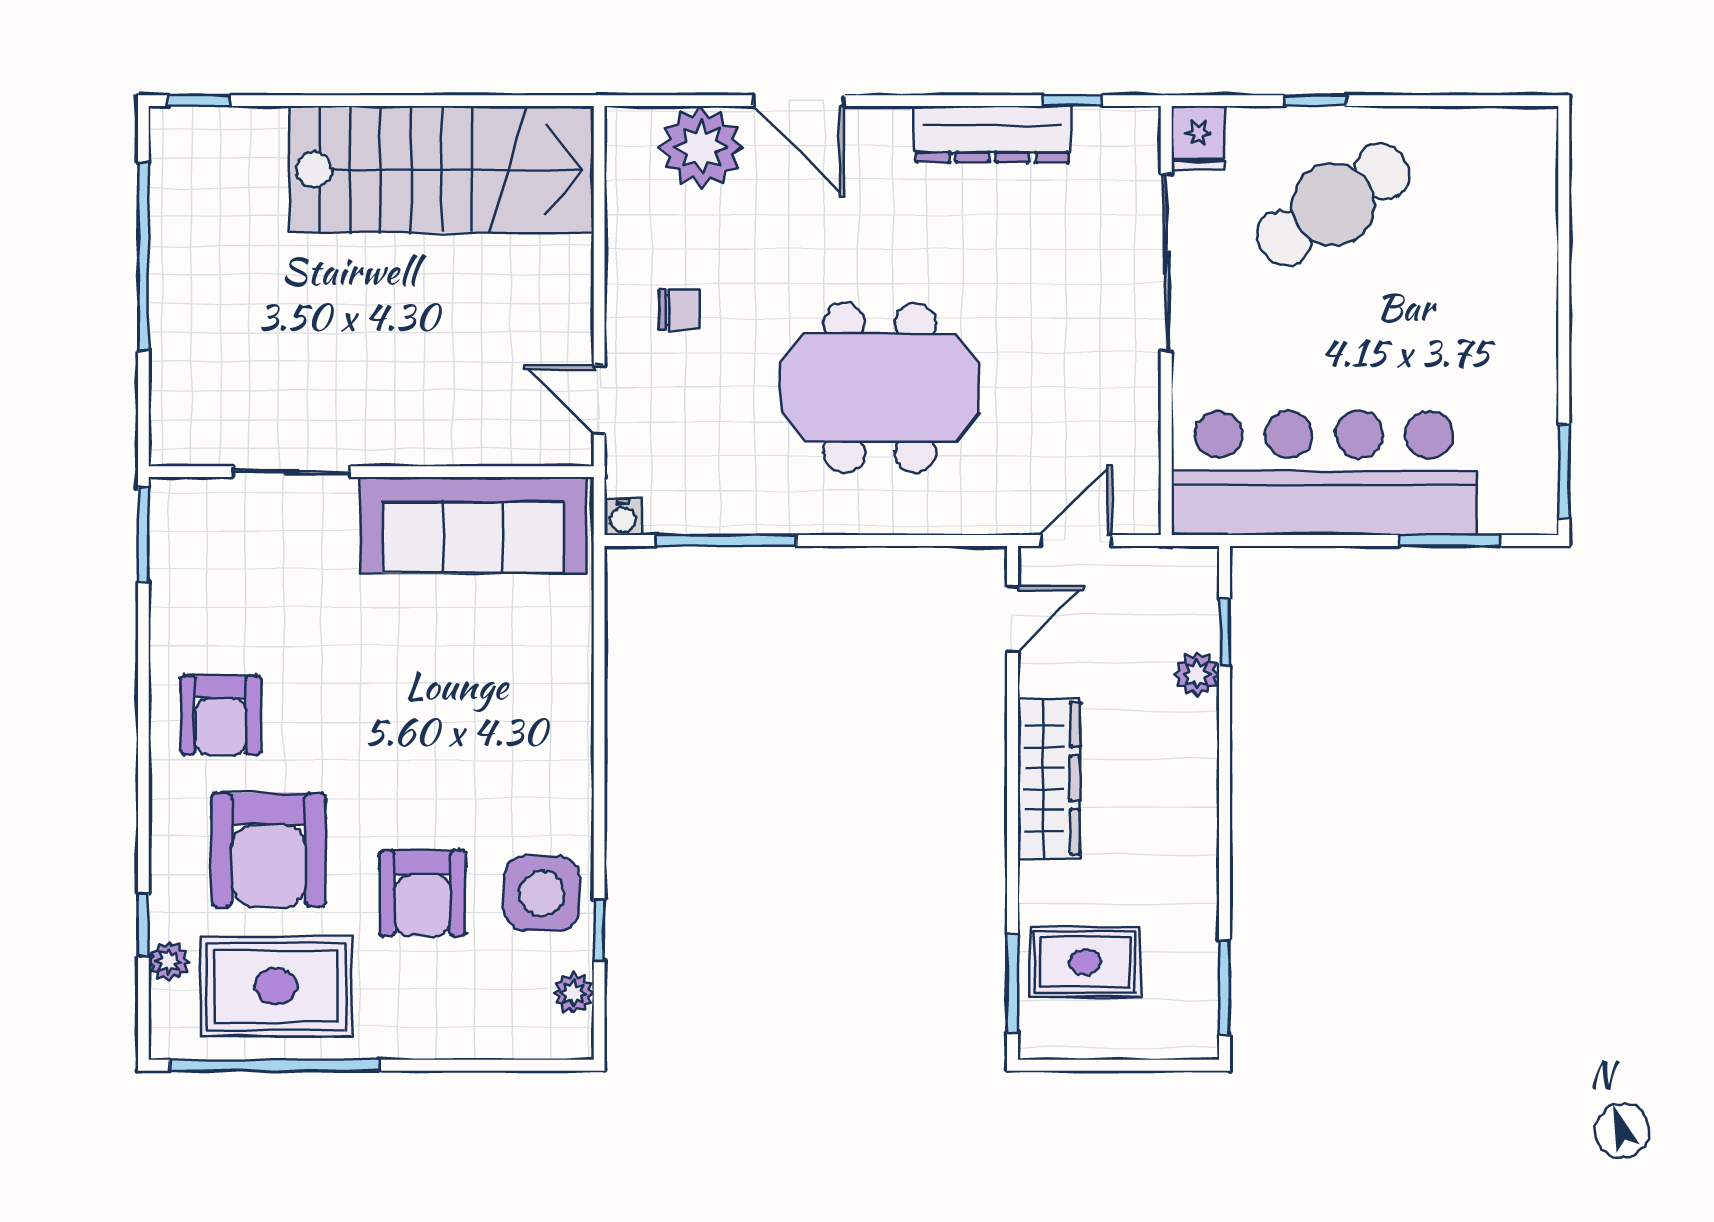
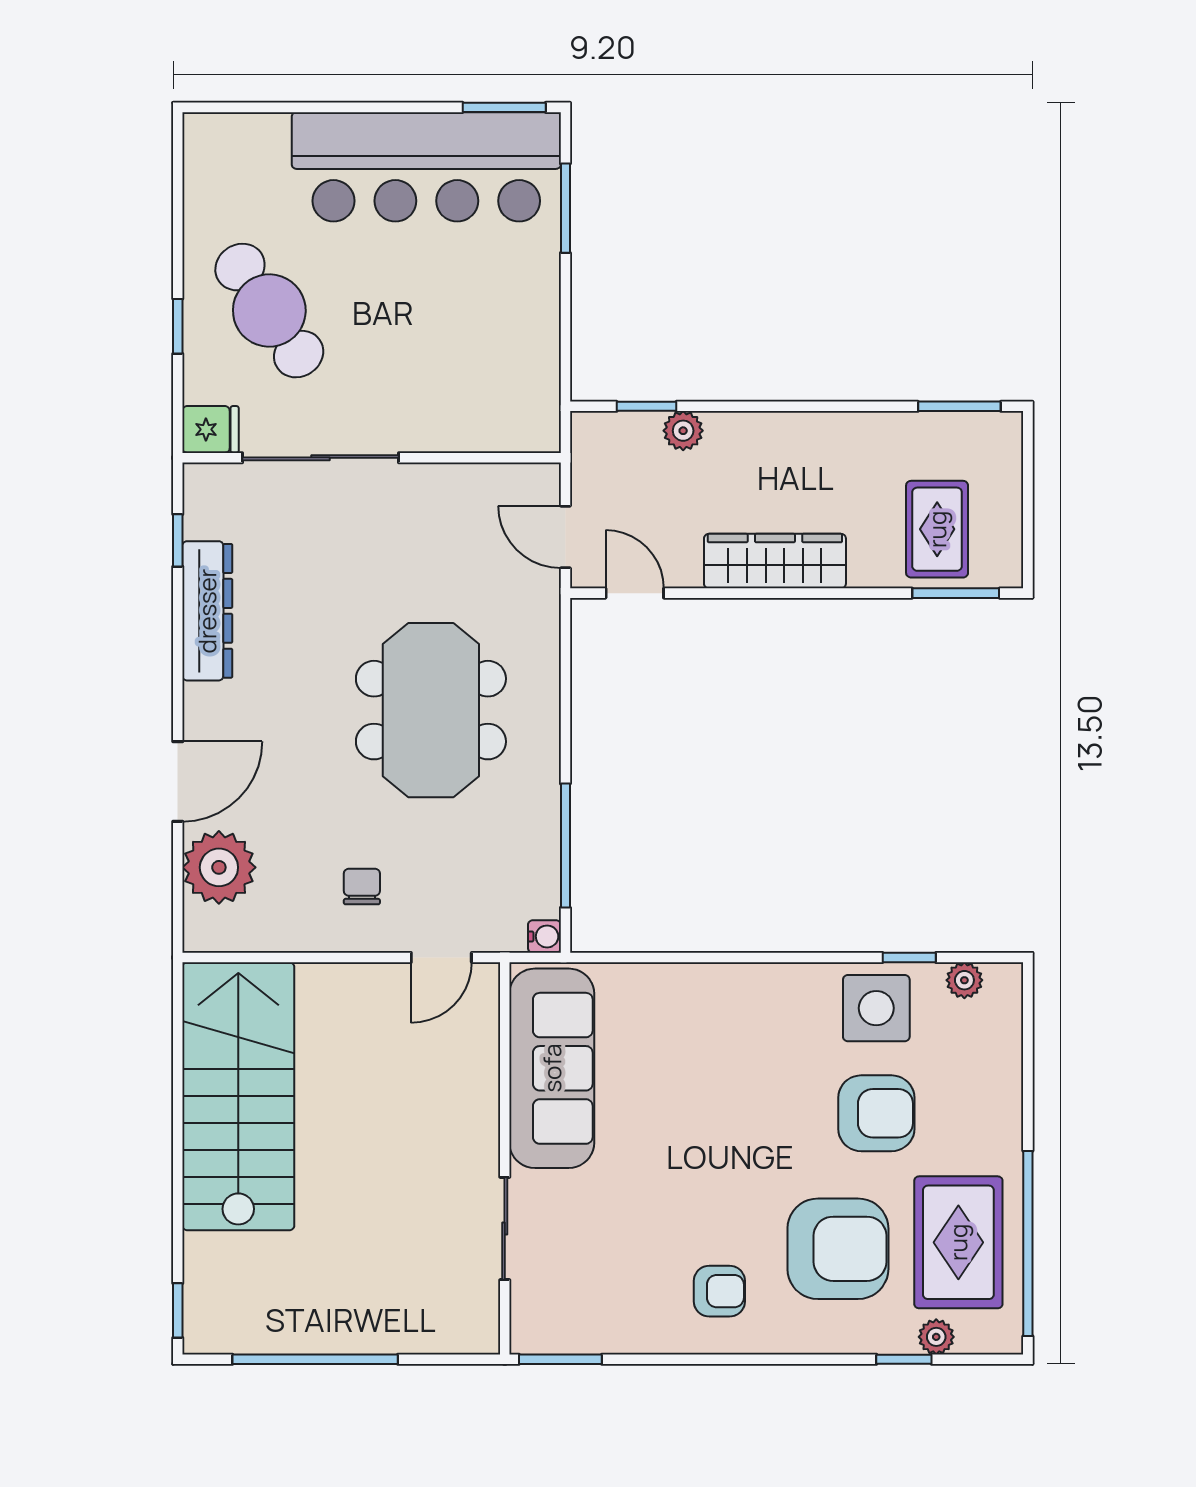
bar counter: (1324, 473) -> (426, 167), moved, turned -90
armchair: (221, 715) -> (719, 1291), width x0.72, depth x0.72

